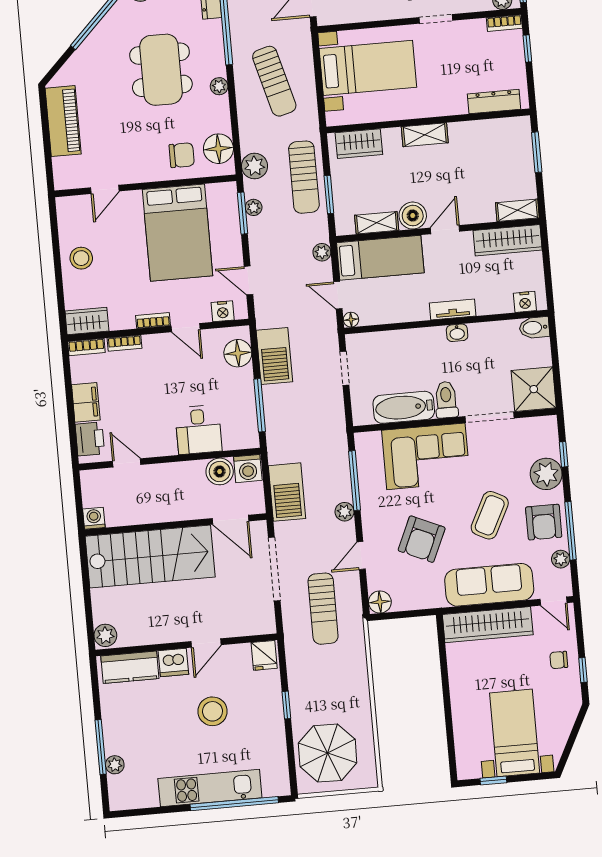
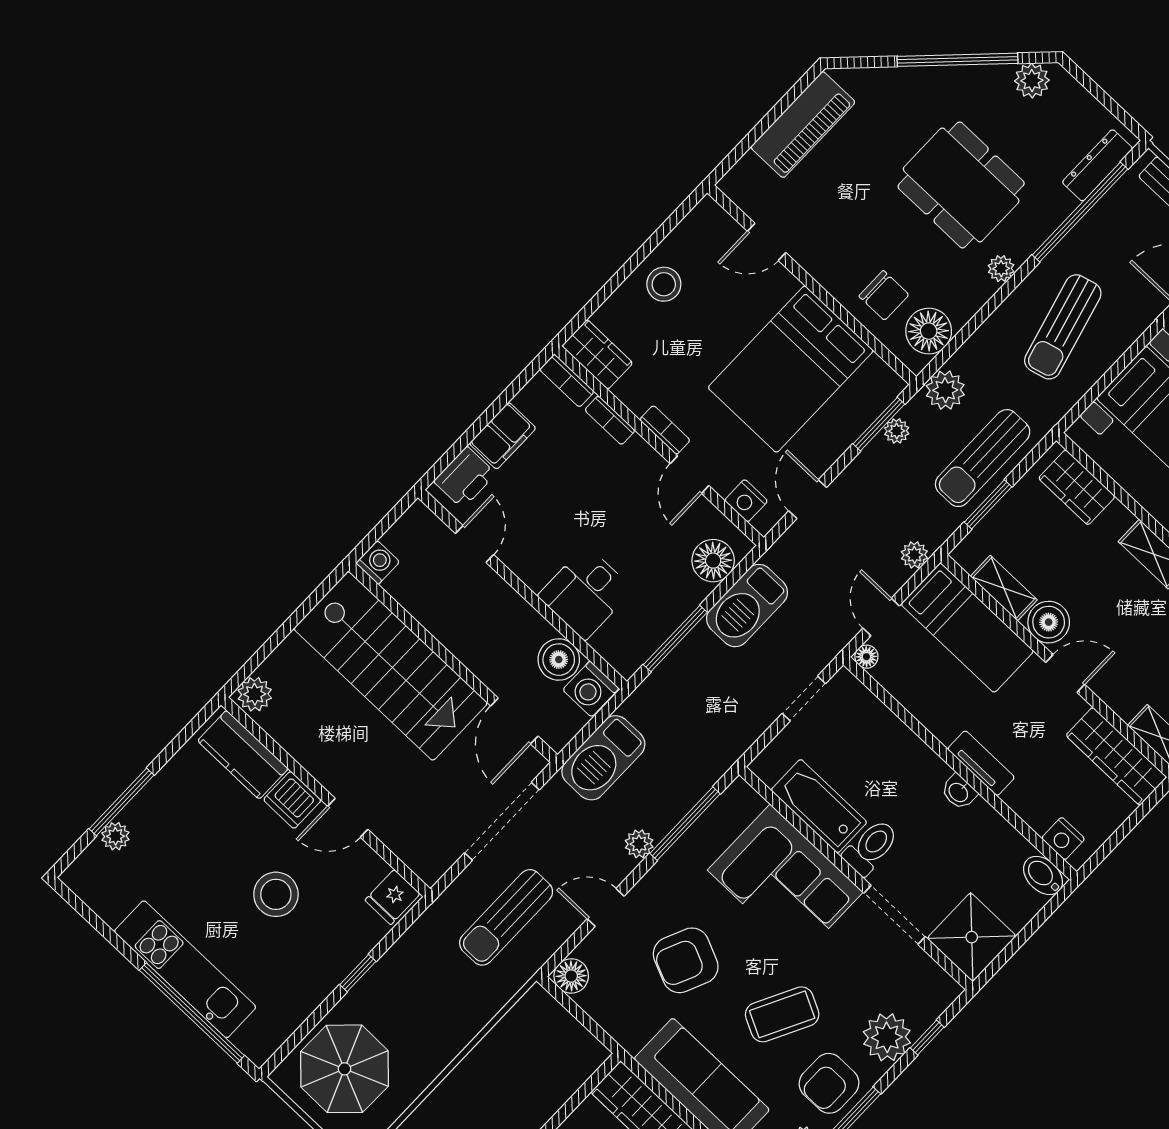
dining table: (161, 70) -> (961, 185), turned 90

